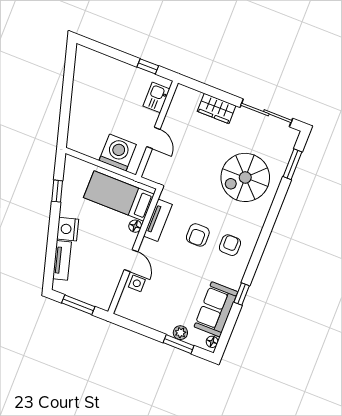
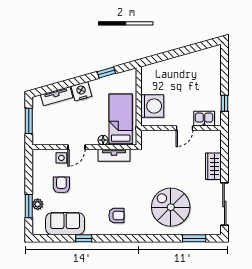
door: (153, 138) -> (185, 128), moved
armchair: (198, 235) -> (61, 185), moved, turned 90
floor lamp: (212, 342) -> (40, 230), removed

